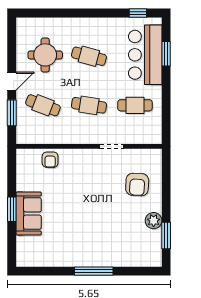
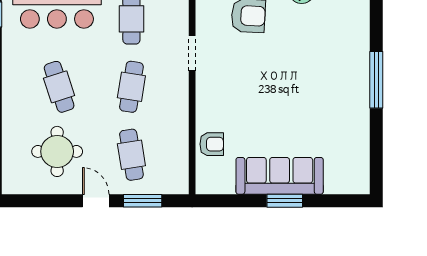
cafe table: (89, 56) -> (59, 87), turned -33
cafe table: (43, 105) -> (131, 155), turned -30
sofa: (29, 213) -> (280, 176), width x1.36

